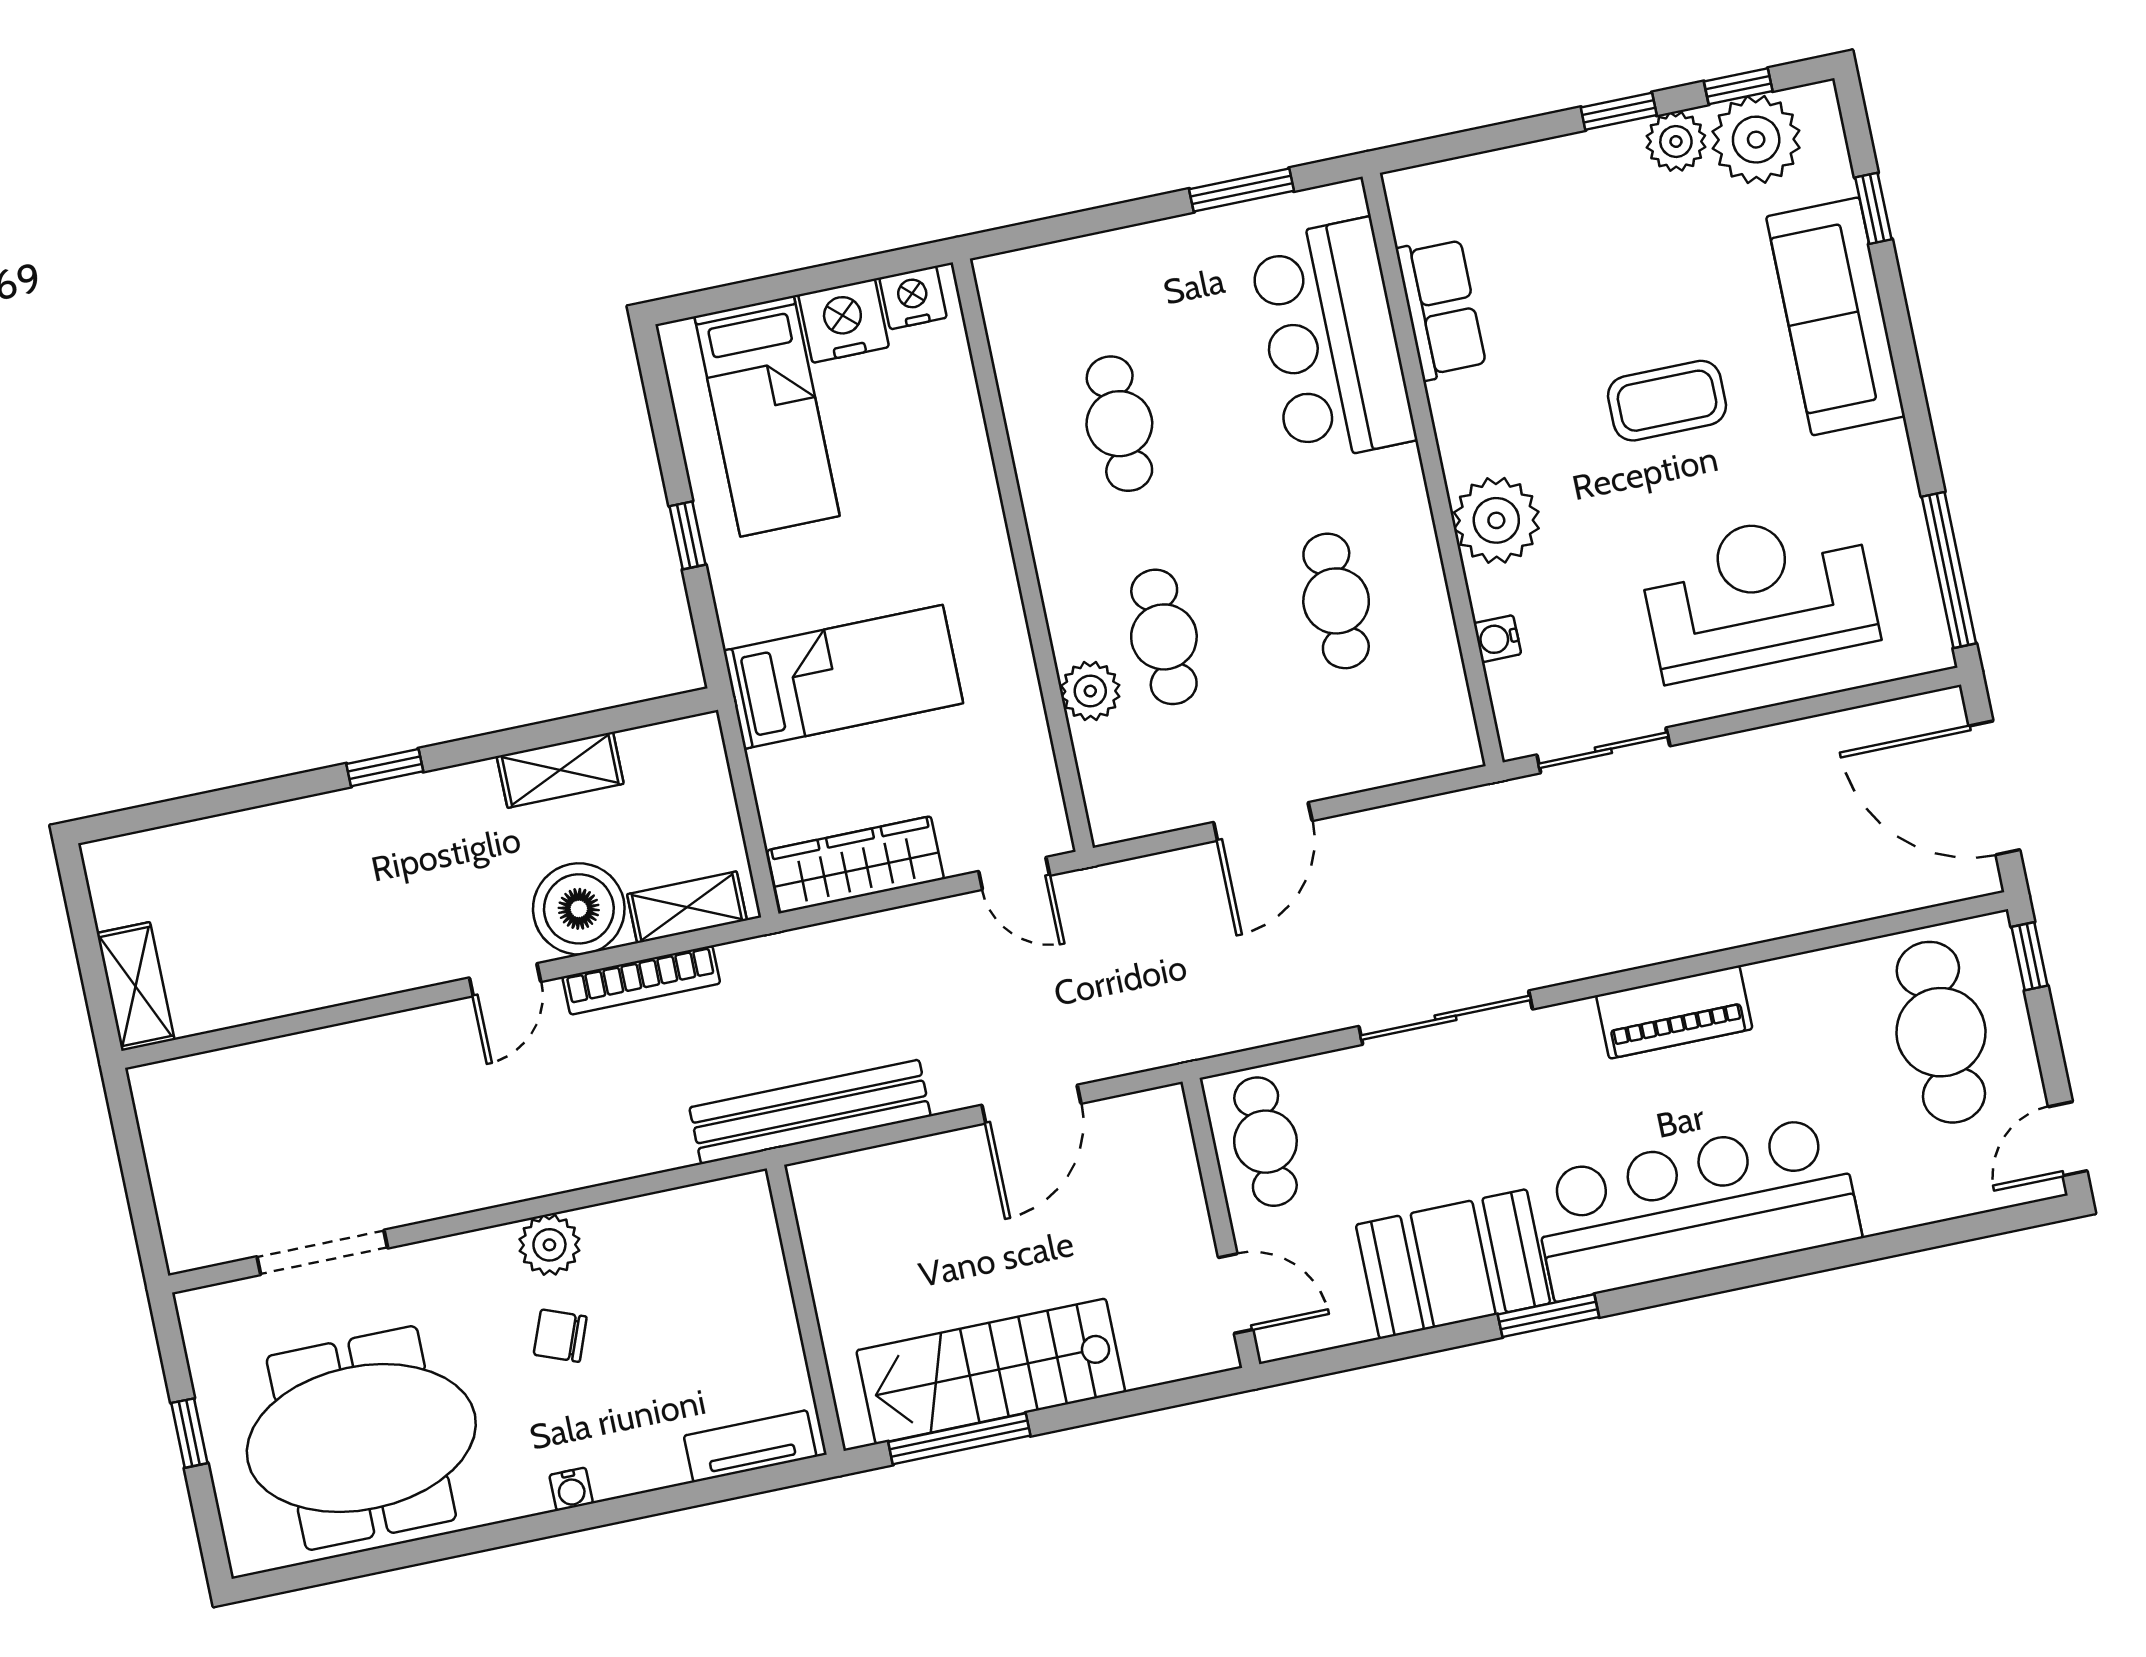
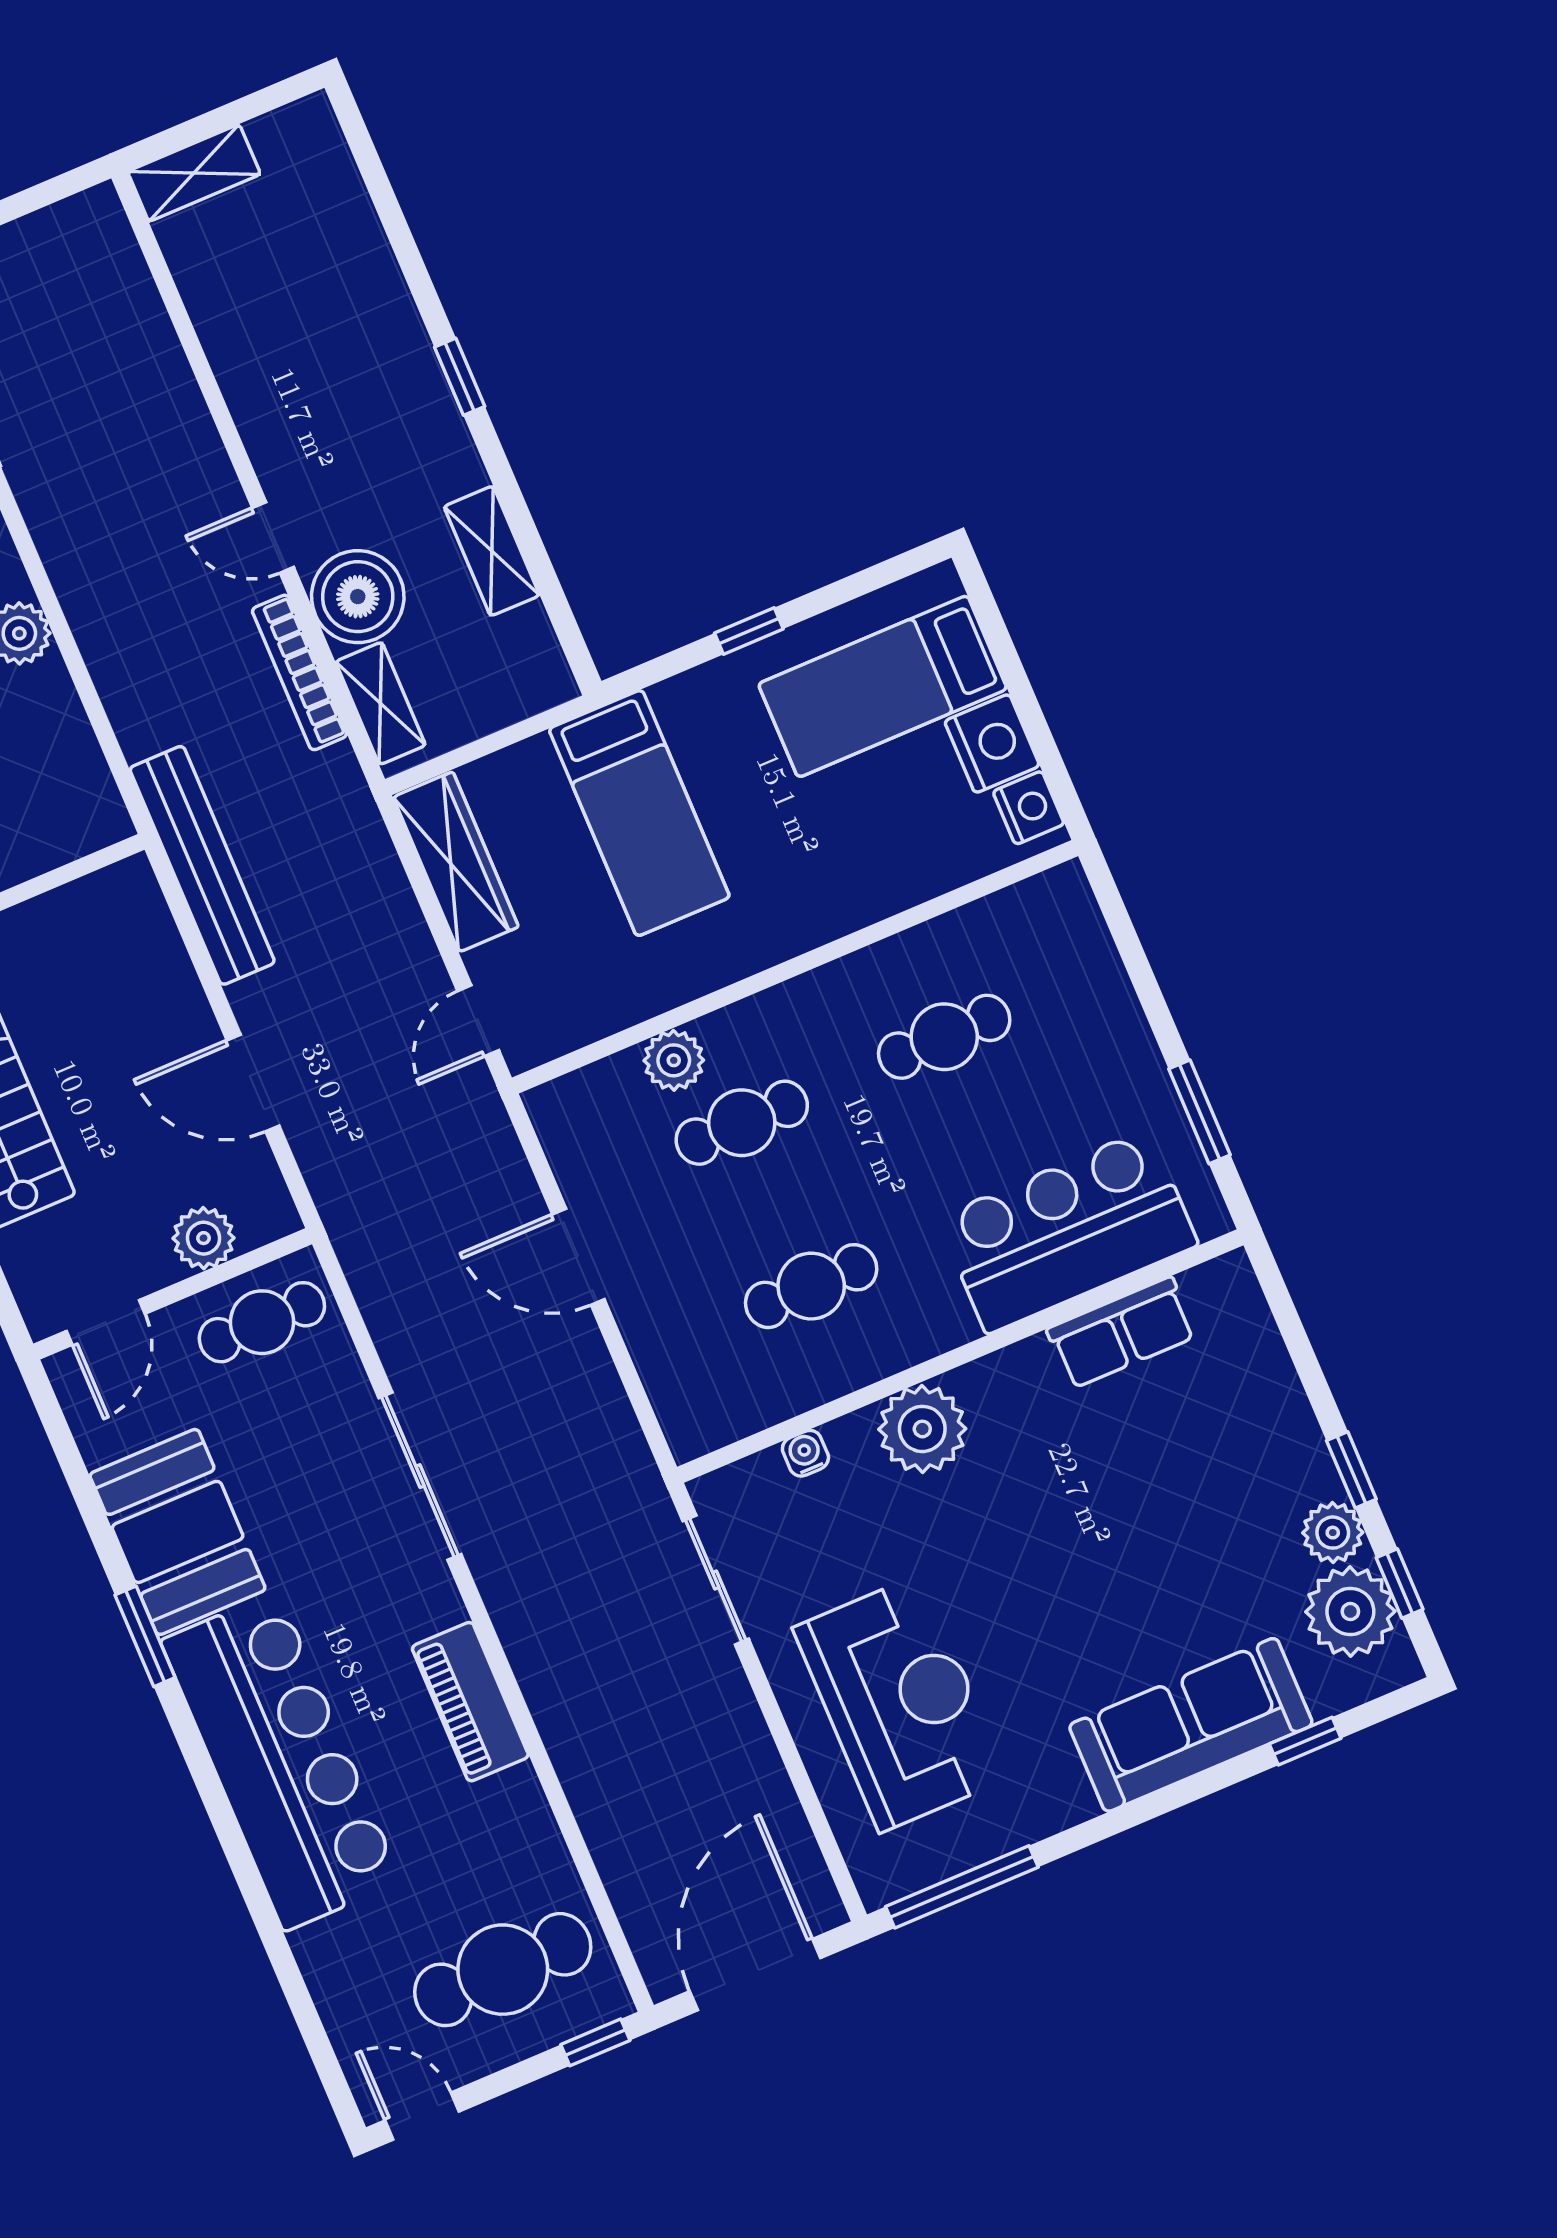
coffee table: (1667, 401) -> (1074, 1575), removed
plant: (1173, 1182) -> (203, 1238), added

